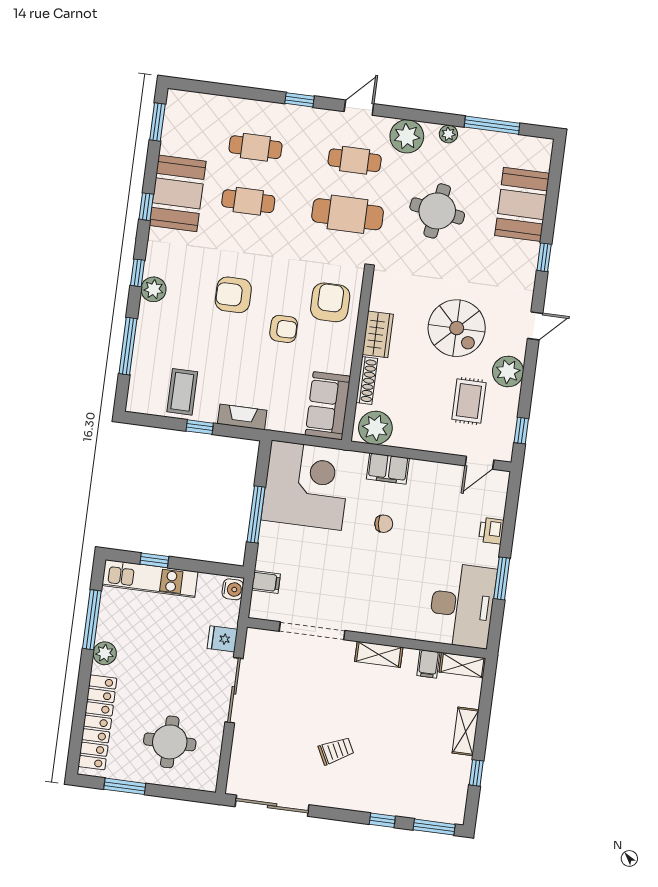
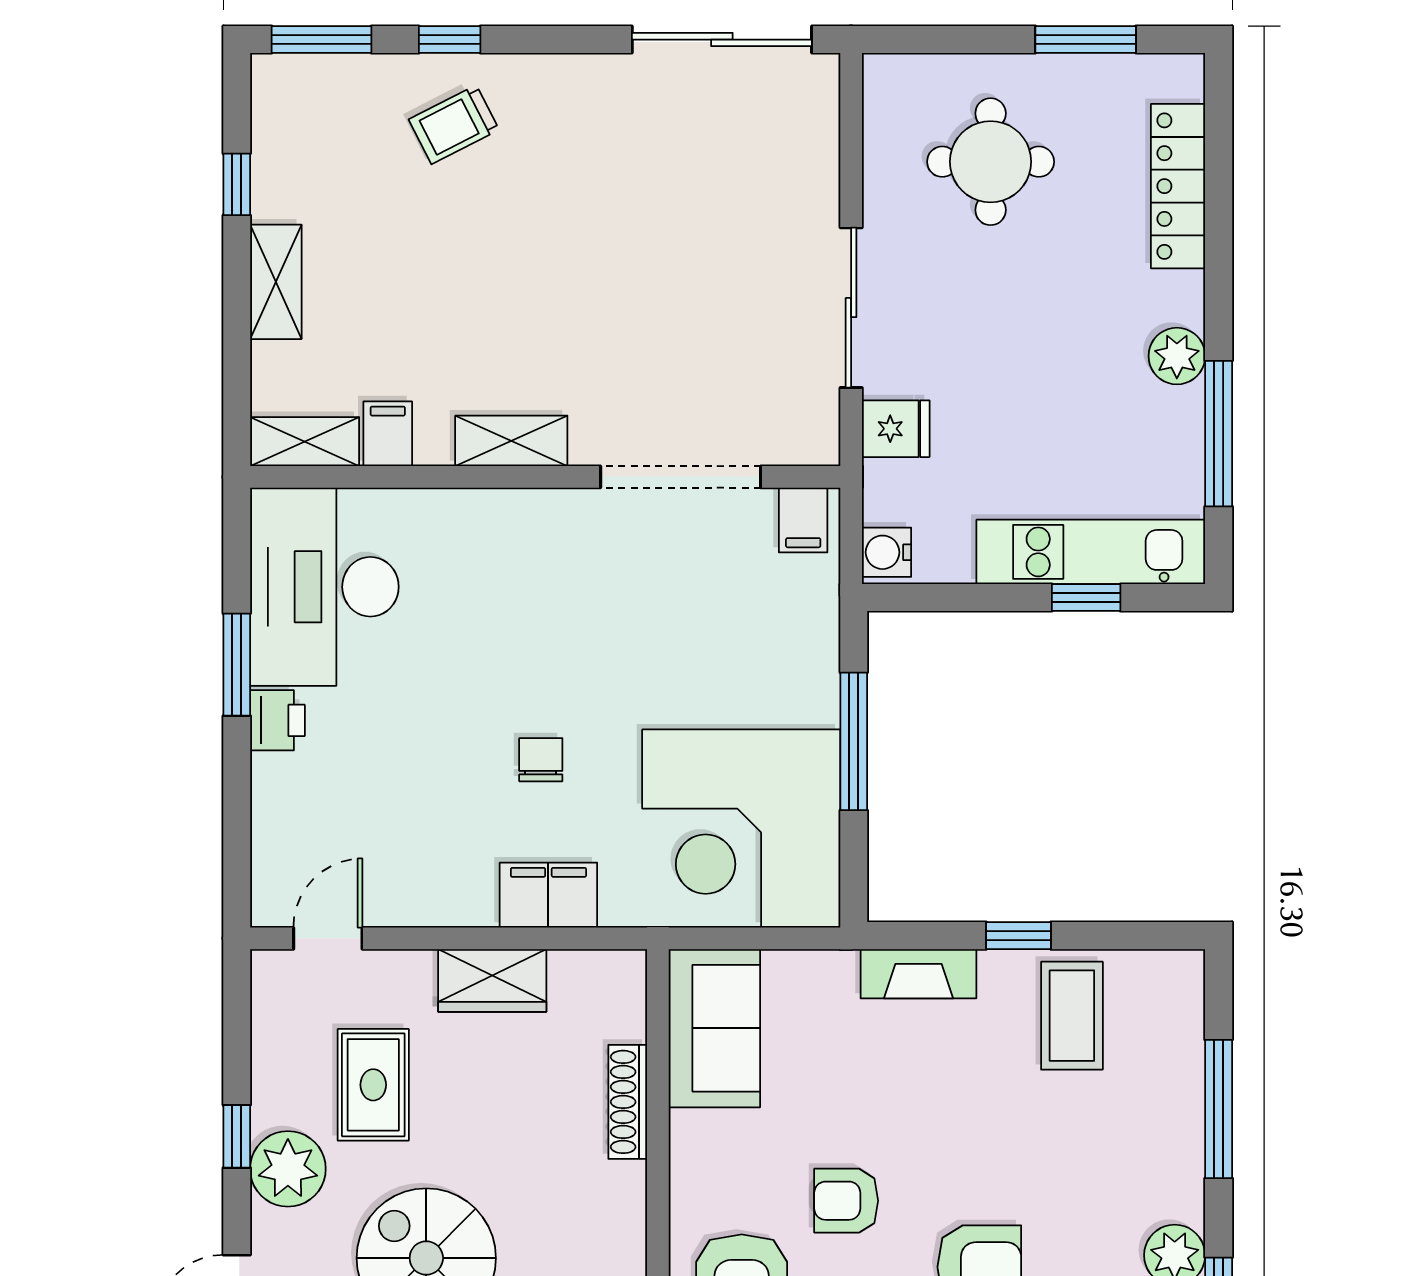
wardrobe: (378, 334) -> (492, 980), moved, turned -90
plant: (375, 428) -> (592, 990), removed
window: (521, 431) -> (237, 1136), moved
chair: (384, 524) -> (541, 760), turned 96
printer: (491, 531) -> (277, 720), moved
filing cabinet: (266, 582) -> (803, 520), moved, turned -90
locker: (97, 722) -> (1178, 186), width x0.71, depth x0.83
trolley: (336, 751) -> (454, 125), moved

